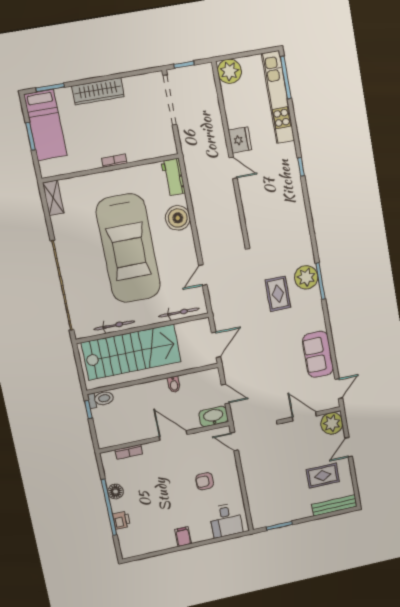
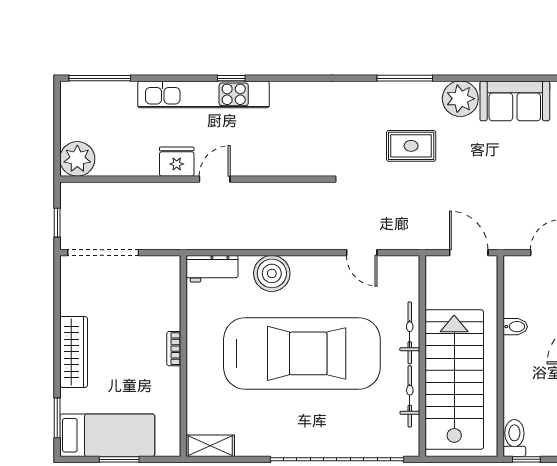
kitchen unit: (278, 97) -> (203, 94), moved
plant: (306, 277) -> (460, 99), moved
bicycle: (179, 312) -> (410, 333), moved

